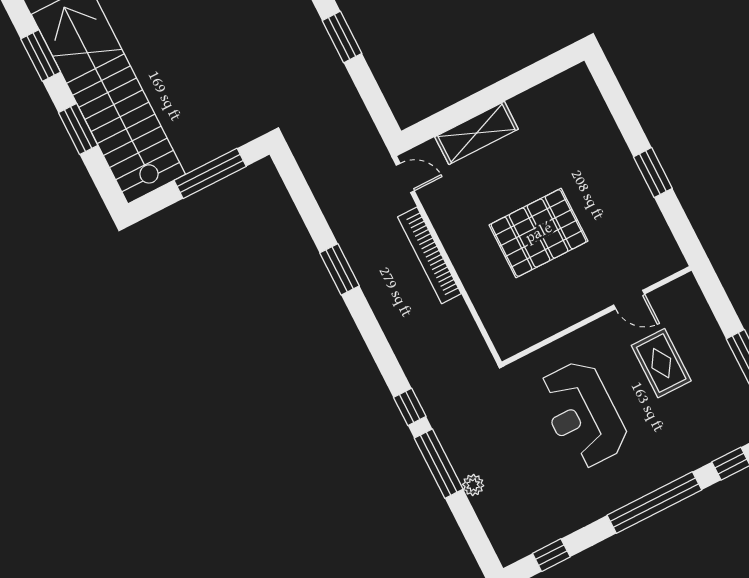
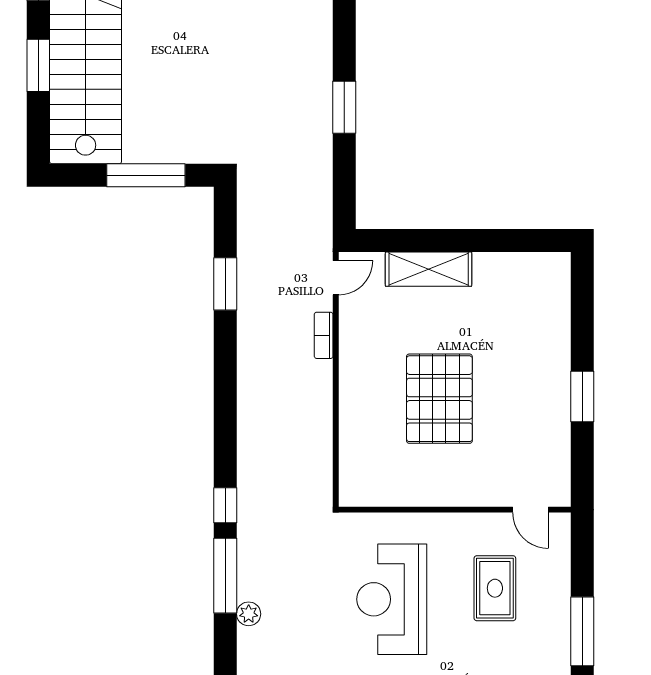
door: (405, 178) -> (336, 278), hinge flipped
pallet: (539, 233) -> (439, 399), turned 90
bookcase: (429, 255) -> (324, 335), width x0.43, depth x0.76
window: (340, 269) -> (225, 284), moved
door: (629, 300) -> (531, 510), moved

